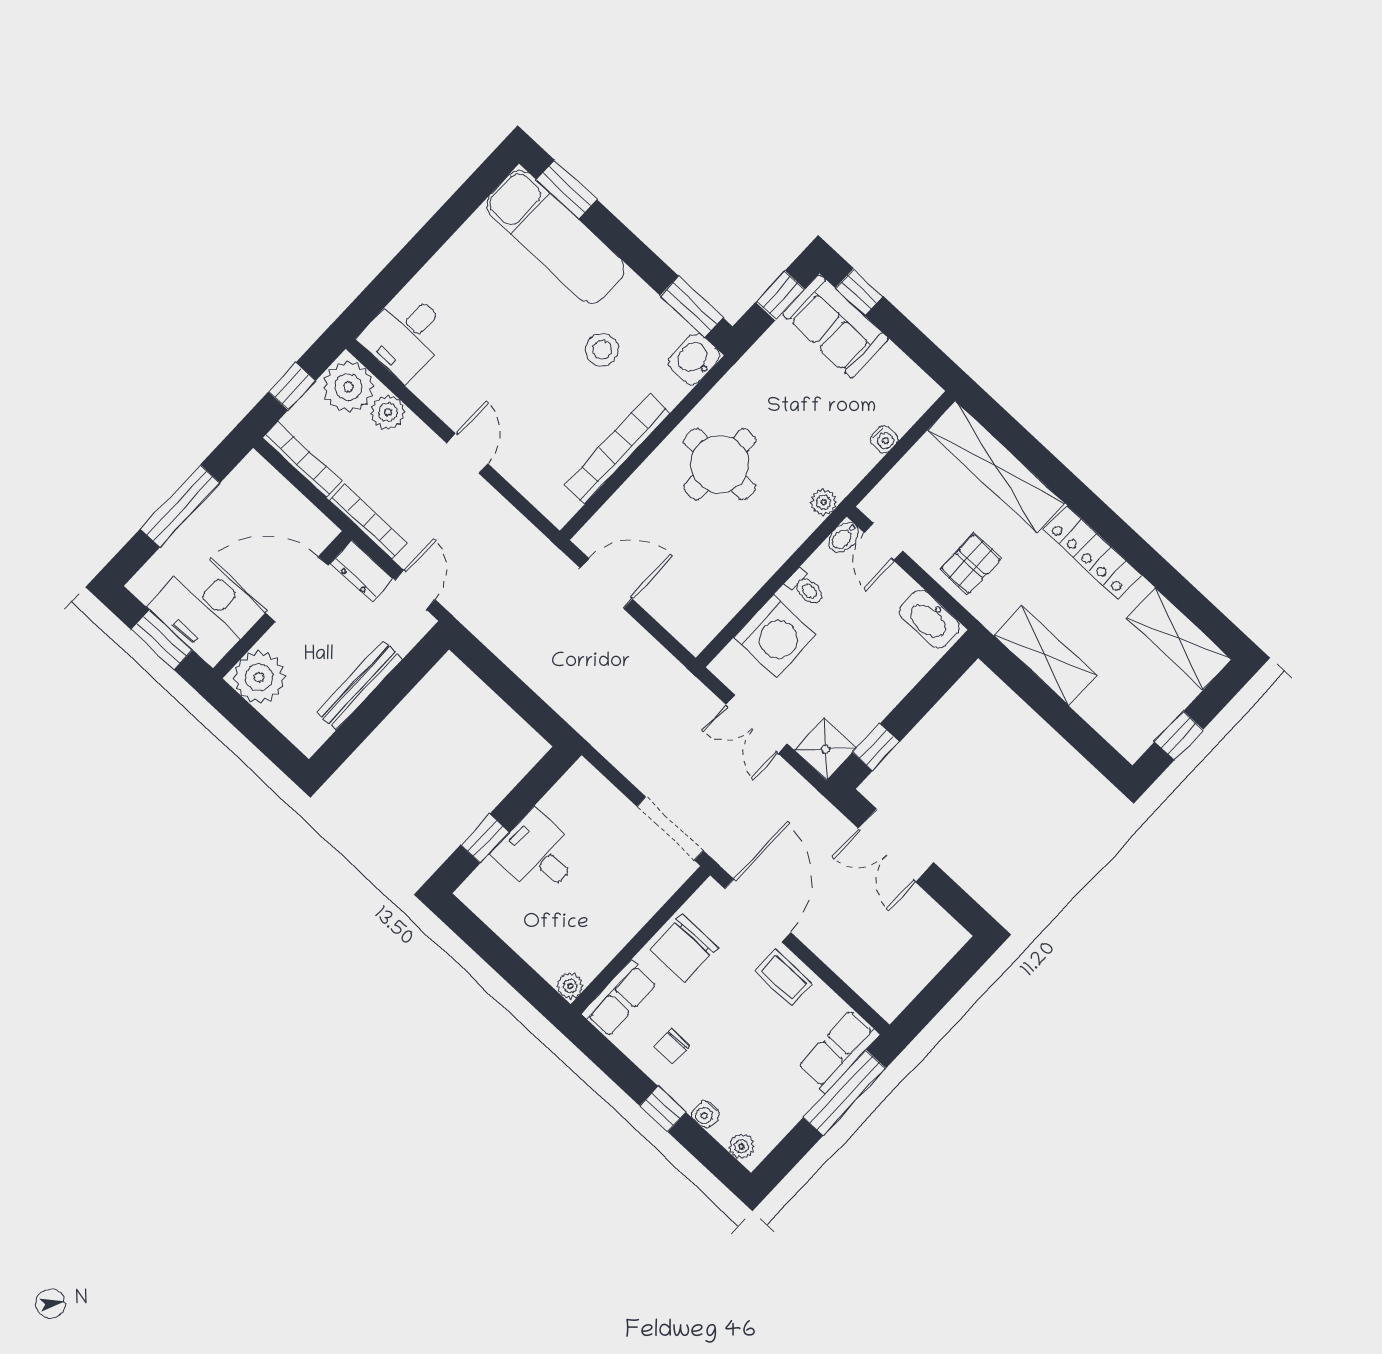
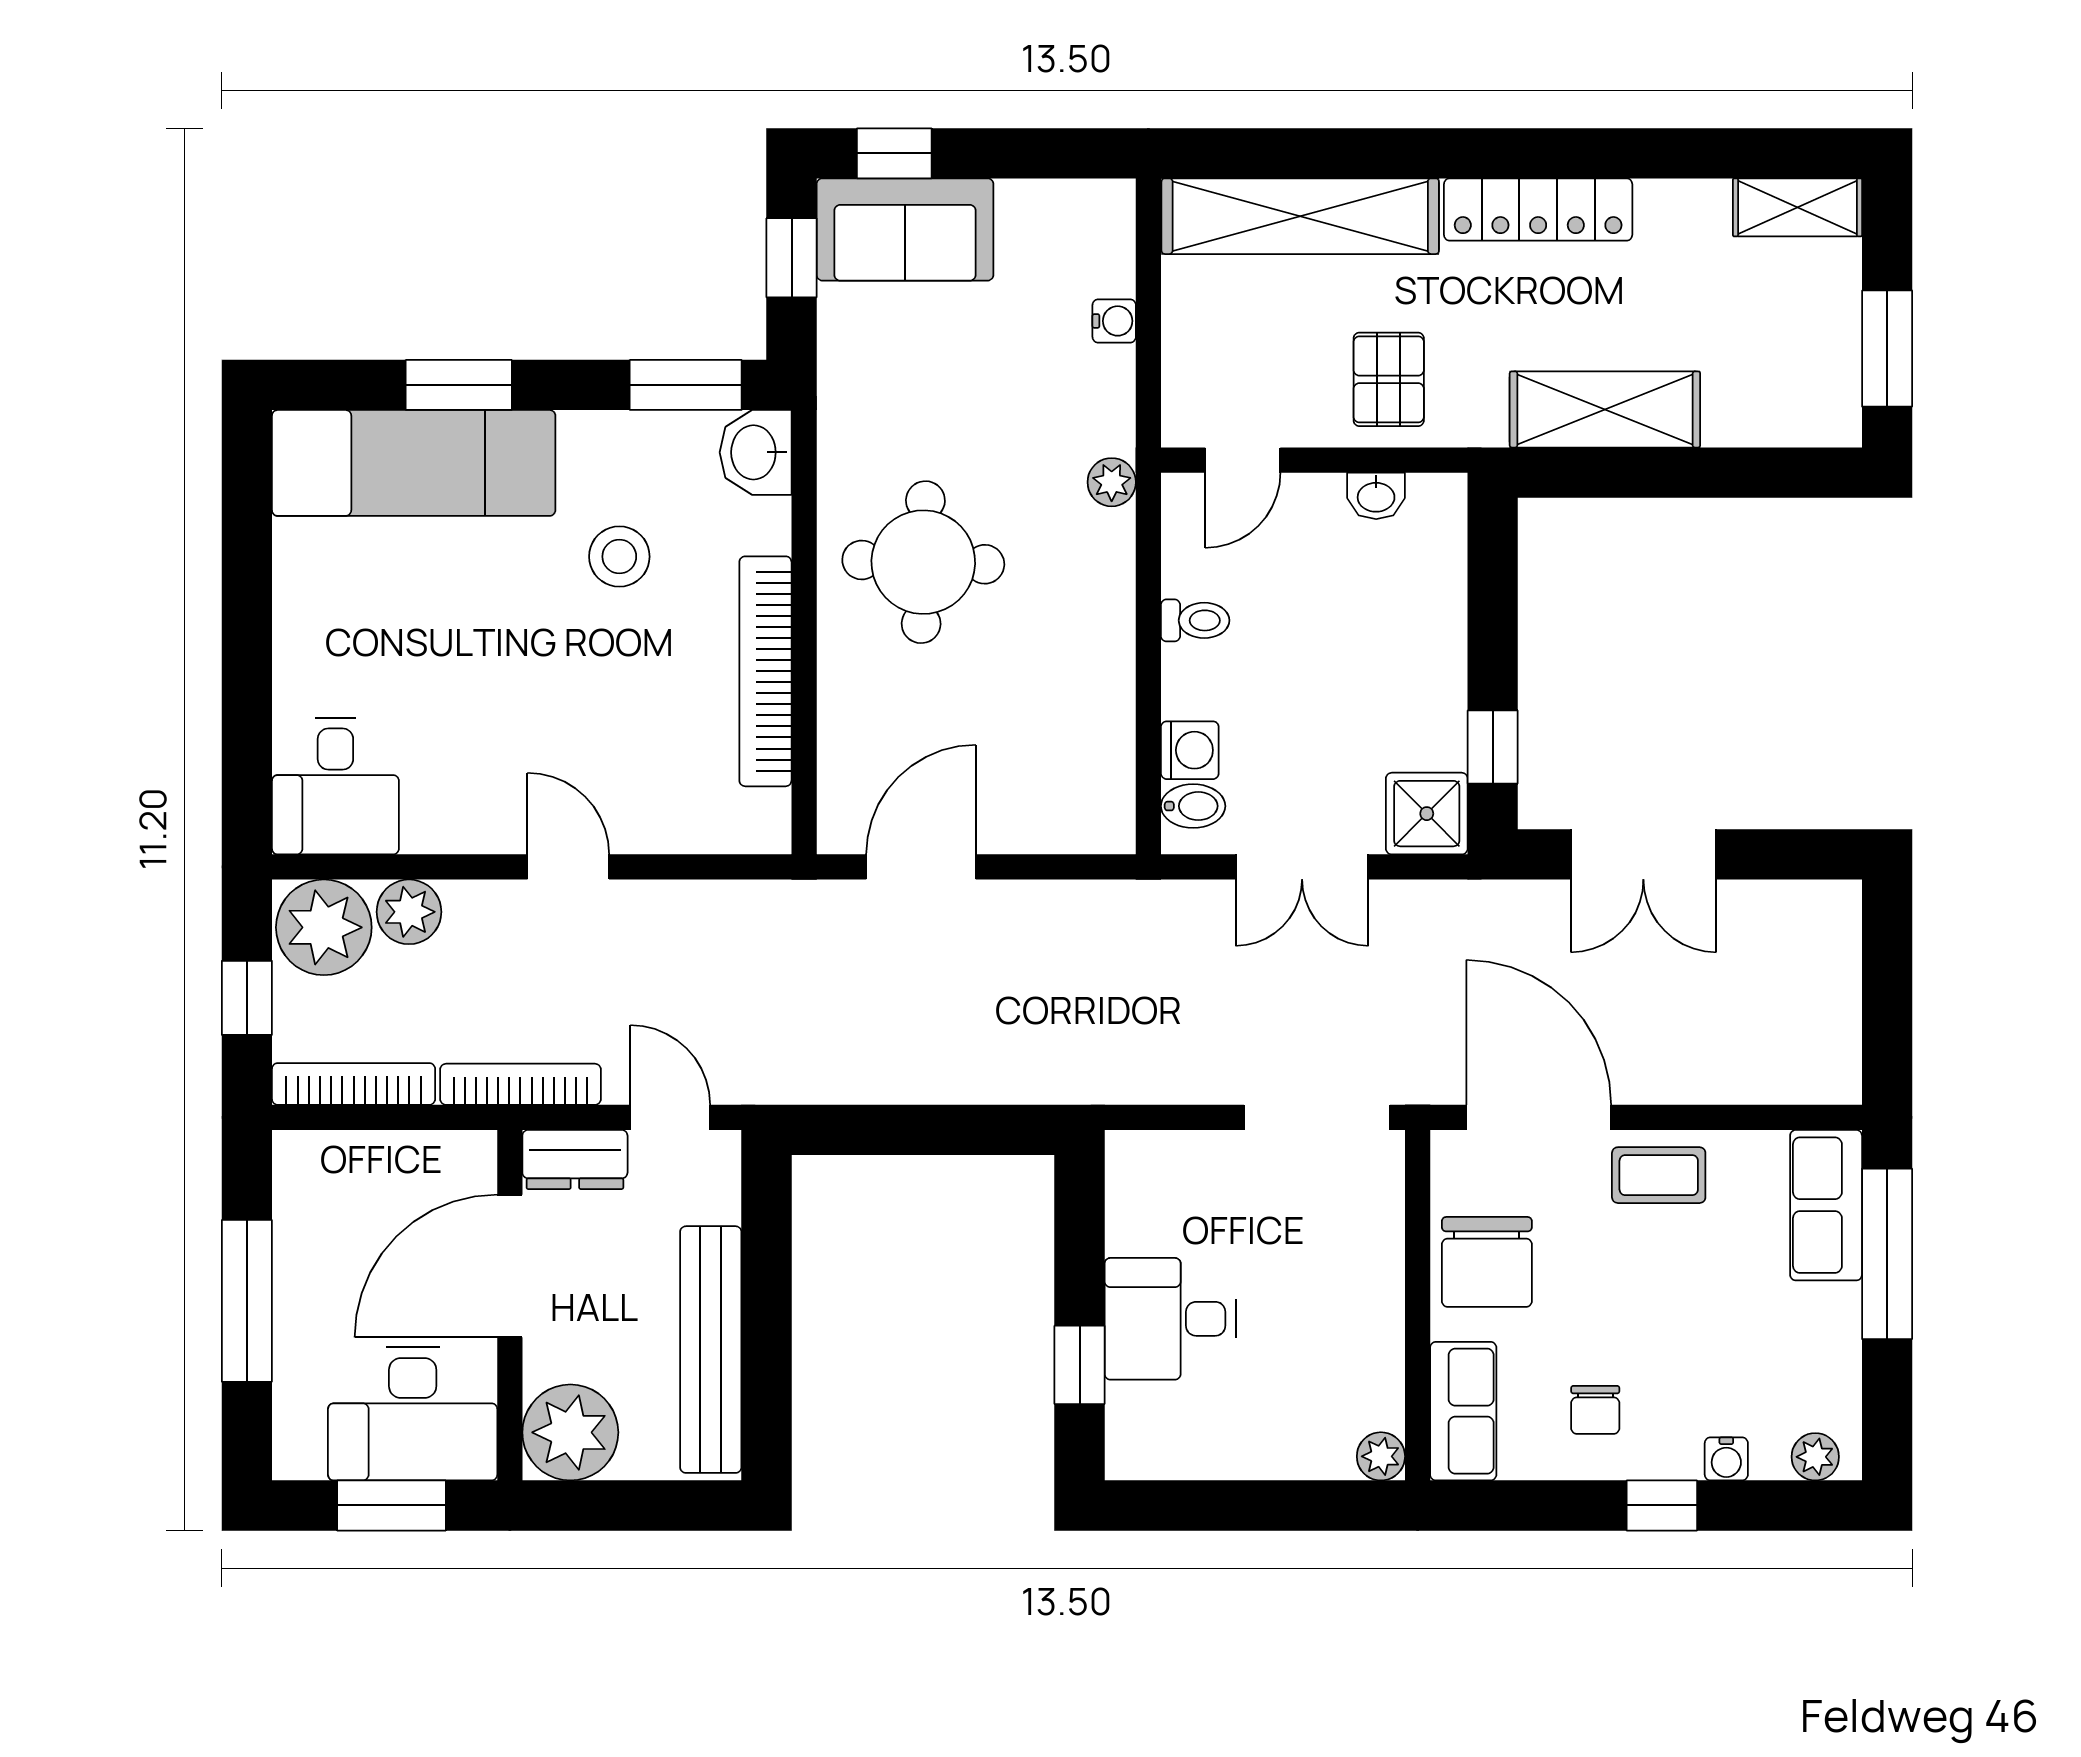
window: (567, 190) -> (459, 385), moved
bidet: (843, 537) -> (1193, 806), moved, turned -90
door: (883, 542) -> (1243, 460), hinge flipped
washbasin: (929, 619) -> (1376, 496), width x0.52, depth x0.69
washing machine: (775, 636) -> (1190, 750), width x0.53, depth x0.53
shelving: (1179, 639) -> (1797, 207), width x0.67, depth x0.75
bench: (360, 685) -> (711, 1350), width x1.37, depth x1.21
window: (1179, 736) -> (1887, 349), width x1.50

